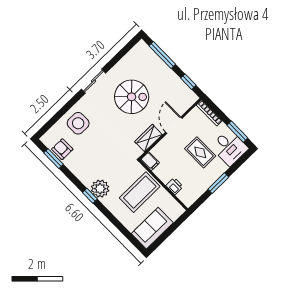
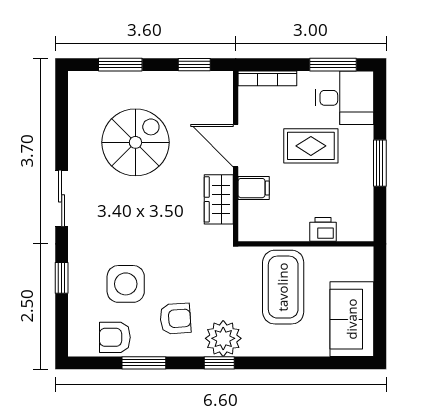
window: (162, 55) -> (120, 65), width x0.69
spiral stairs: (132, 97) -> (135, 142), moved
window: (65, 109) -> (62, 278), added
side table: (78, 123) -> (126, 284), moved
window: (53, 159) -> (144, 363), moved
filing cabinet: (150, 161) -> (254, 188), moved
armchair: (90, 164) -> (175, 319), added

